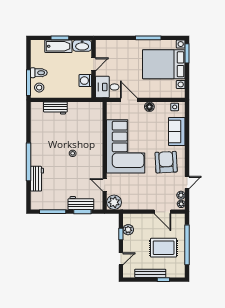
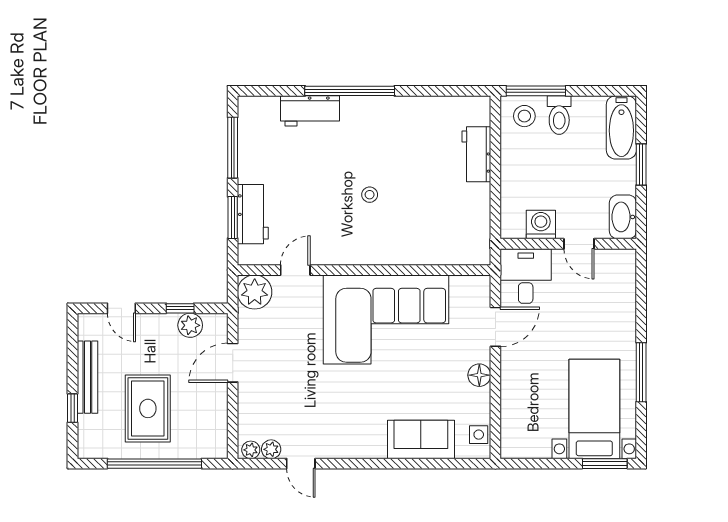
bathtub: (58, 46) -> (621, 127), moved
bed with nightstands: (164, 64) -> (594, 409), width x0.73
armchair: (166, 162) -> (349, 414), removed
door: (162, 212) -> (233, 363), moved

